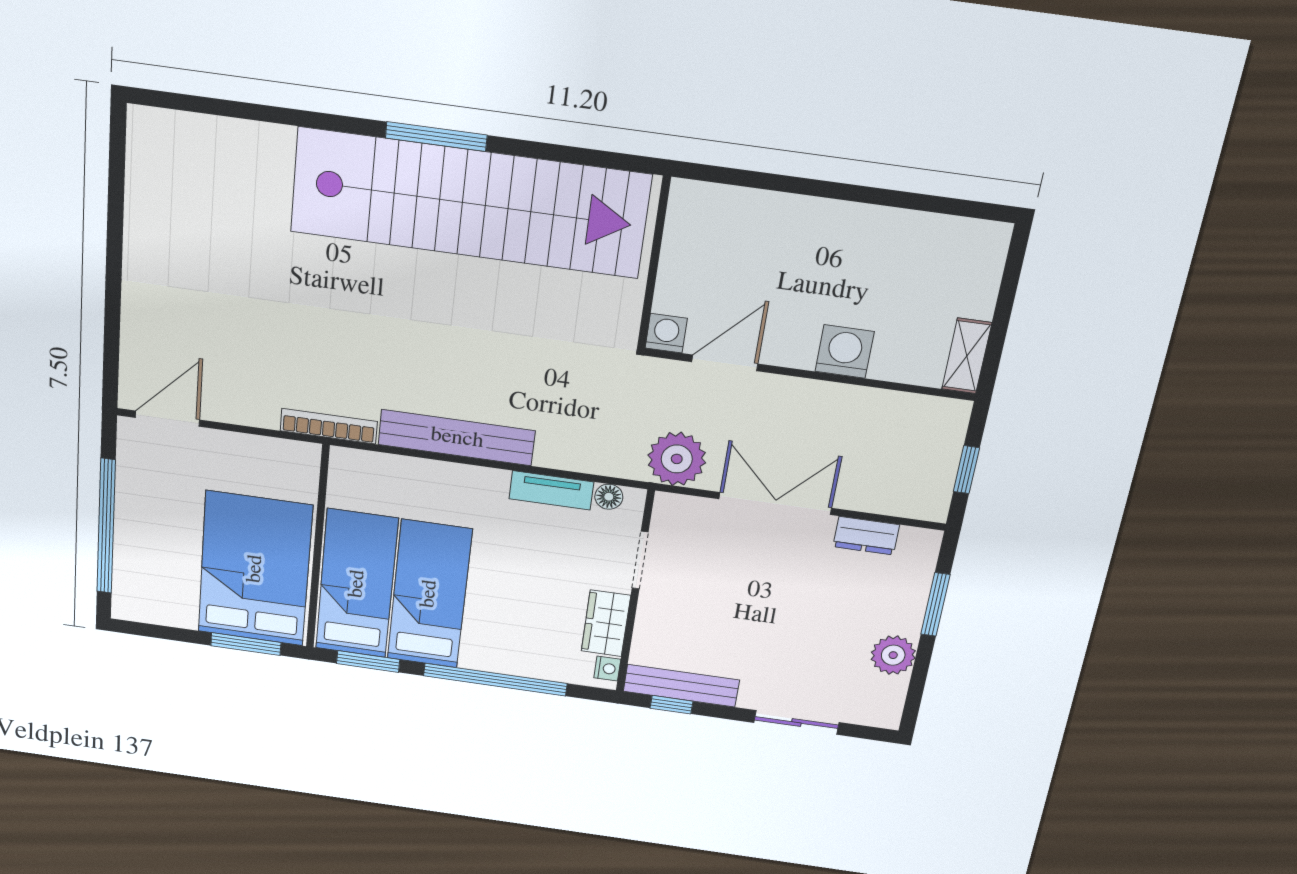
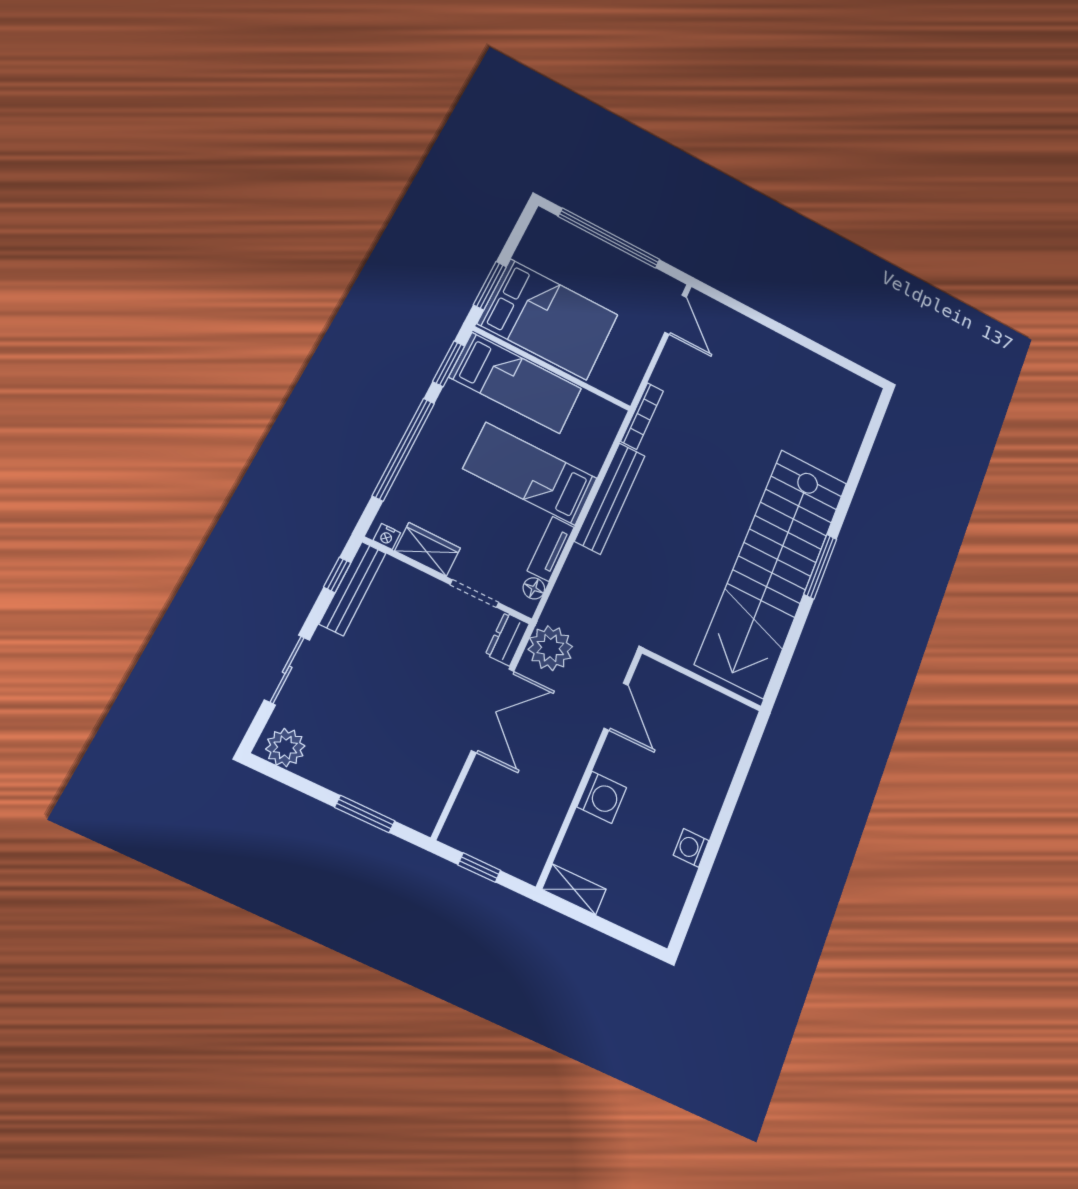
washing machine: (666, 333) -> (691, 848), moved, turned 180
dresser: (866, 536) -> (507, 639), moved
bed: (429, 594) -> (530, 474), moved, turned 180
plant: (893, 655) -> (285, 748), moved

